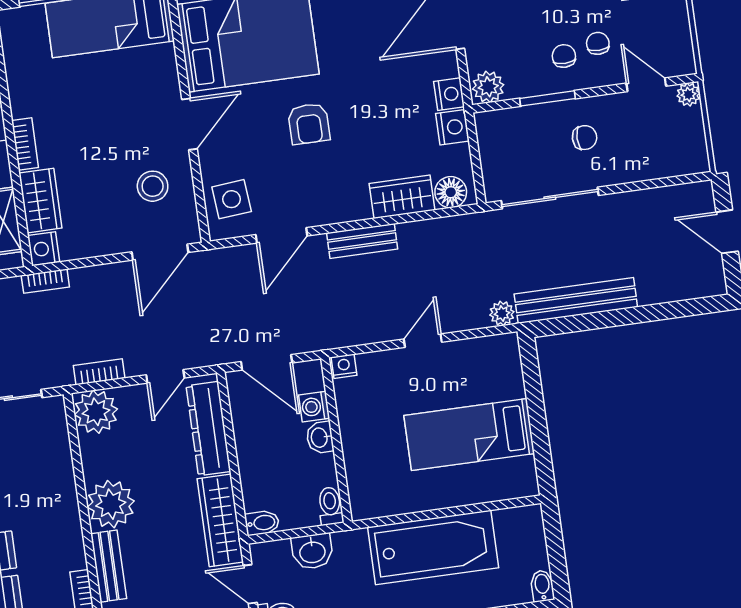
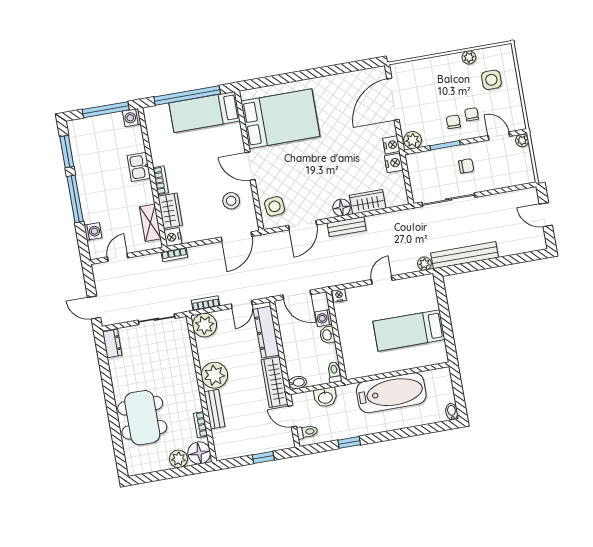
door: (189, 124) -> (250, 166), swing flipped
armchair: (309, 124) -> (315, 164), removed
floor lamp: (451, 192) -> (341, 208), moved

